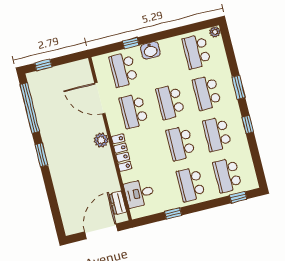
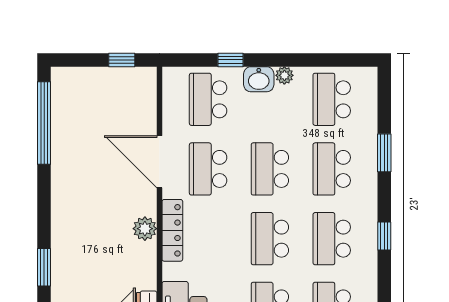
plant: (215, 32) -> (284, 75), moved
window: (43, 65) -> (122, 60), moved
window: (238, 87) -> (384, 153), moved
door: (100, 98) -> (159, 162), moved
plant: (101, 140) -> (145, 229), moved
window: (41, 155) -> (44, 267), moved

